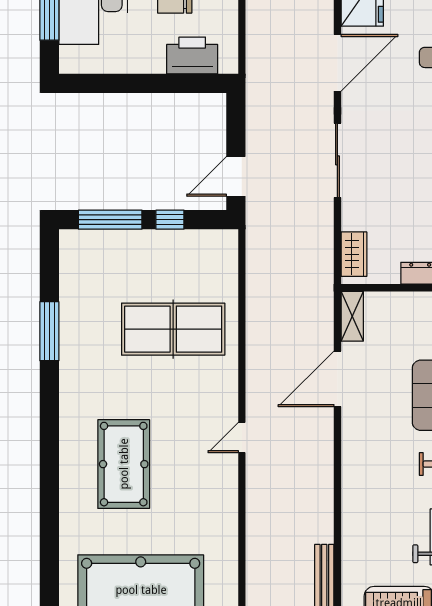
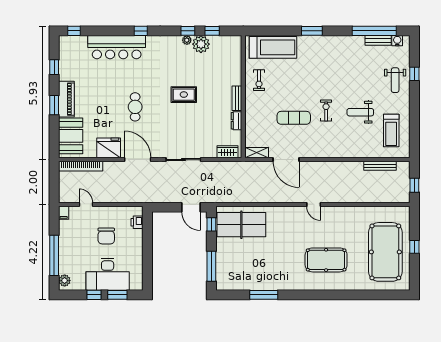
printer: (192, 55) -> (137, 222), width x0.53, depth x0.68
window: (170, 220) -> (211, 224), moved
table tennis table: (173, 329) -> (241, 225), moved, turned 90

